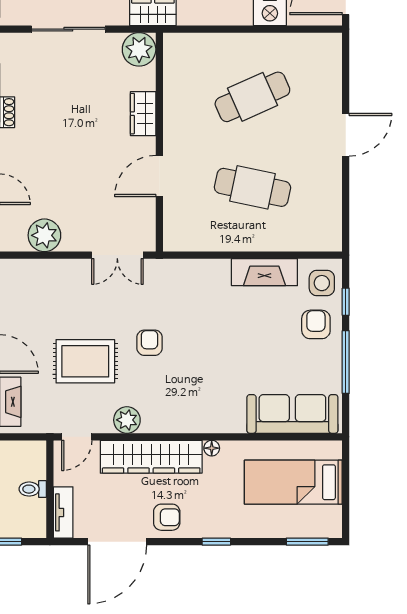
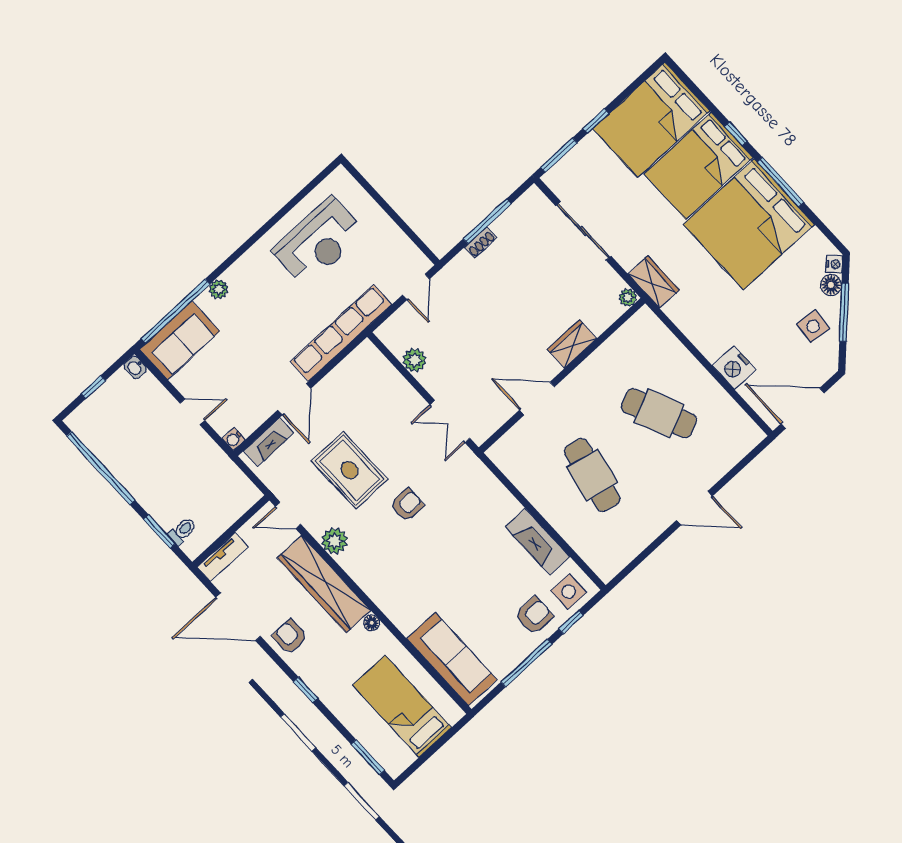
plant: (139, 49) -> (628, 298), width x0.53, depth x0.53
plant: (44, 235) -> (415, 360), width x0.73, depth x0.73
toilet: (33, 489) -> (182, 531), moved, turned 90
armchair: (167, 517) -> (290, 637), turned 180

